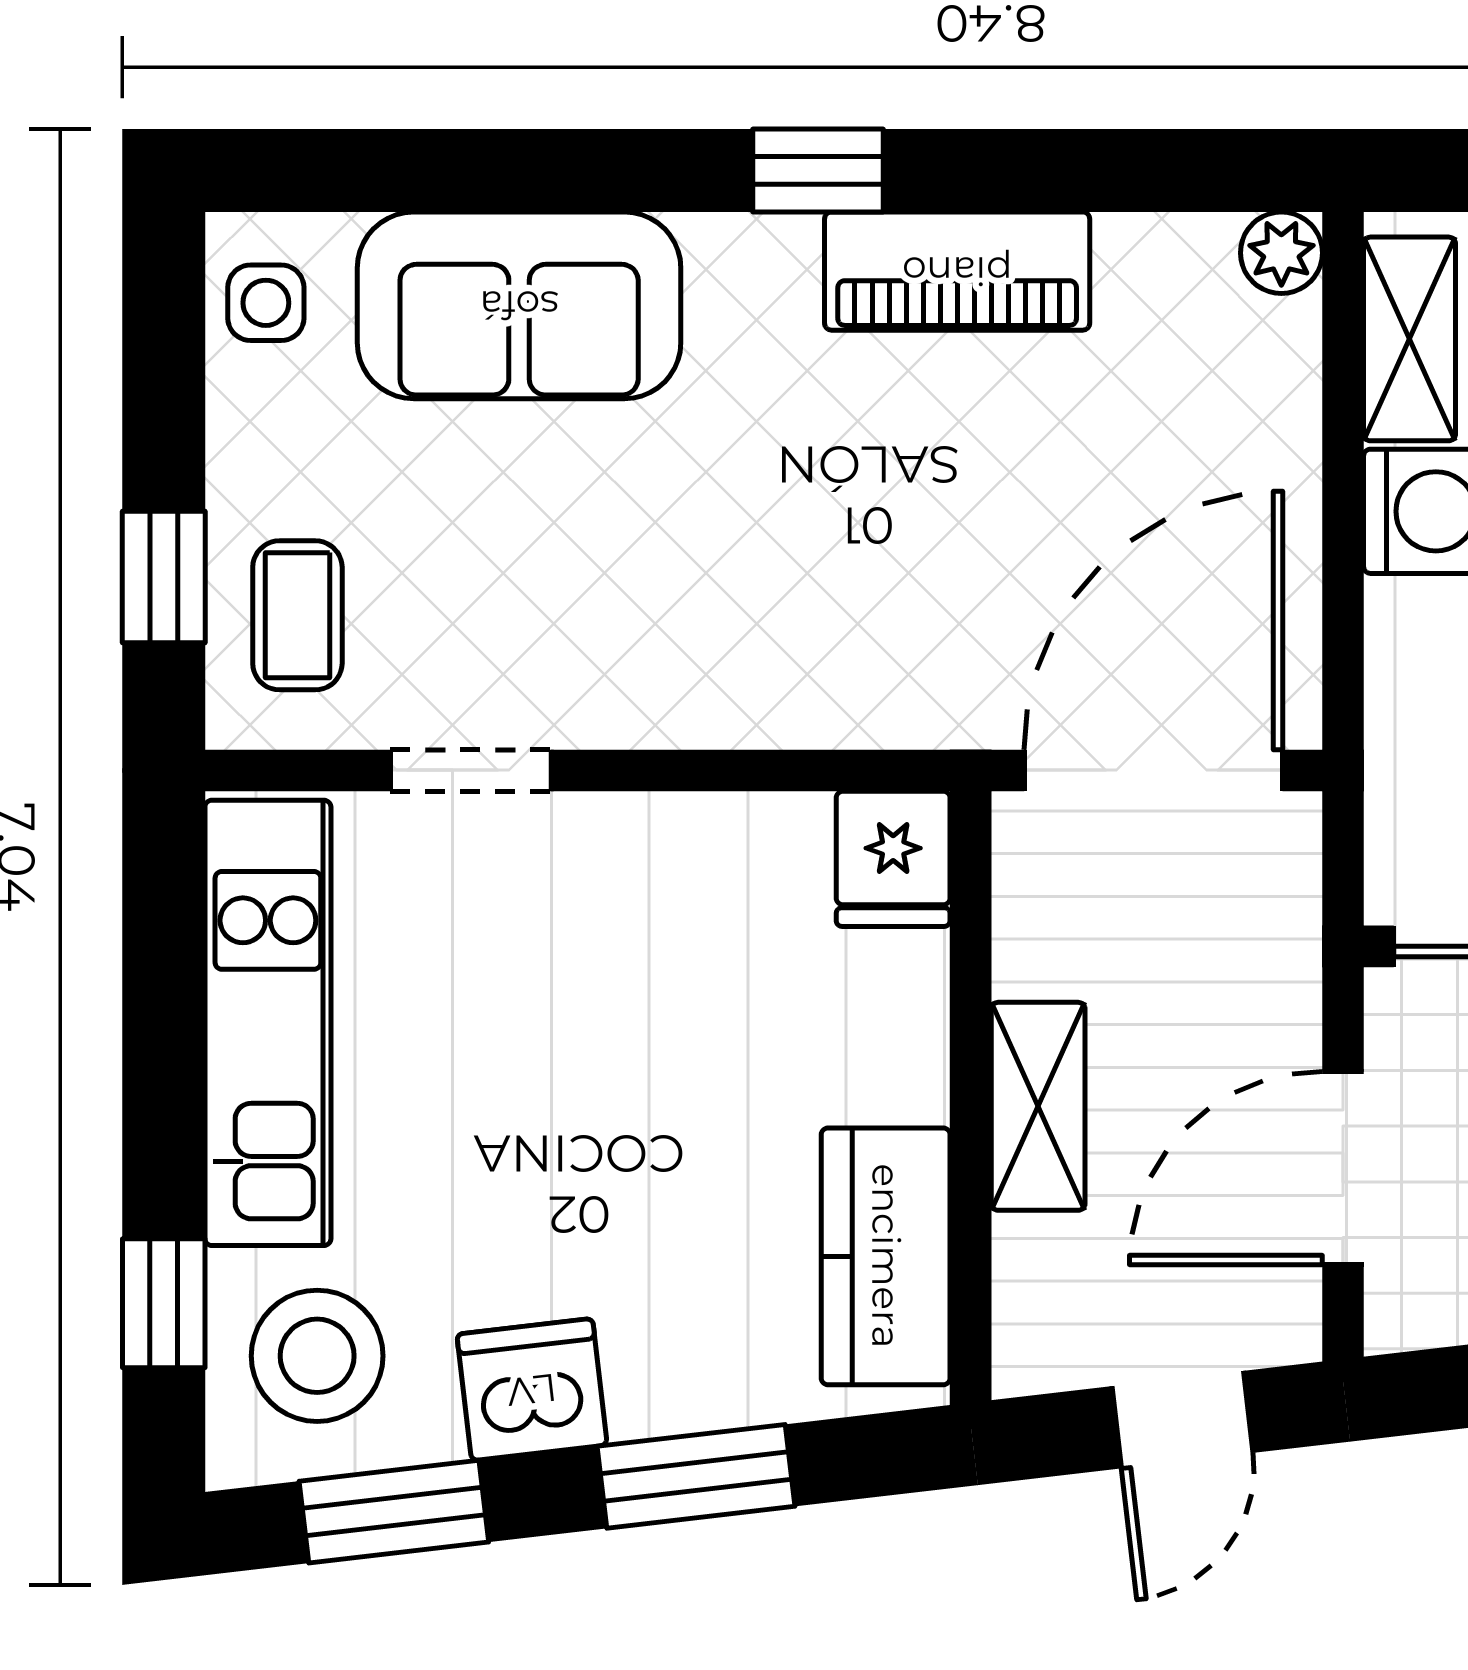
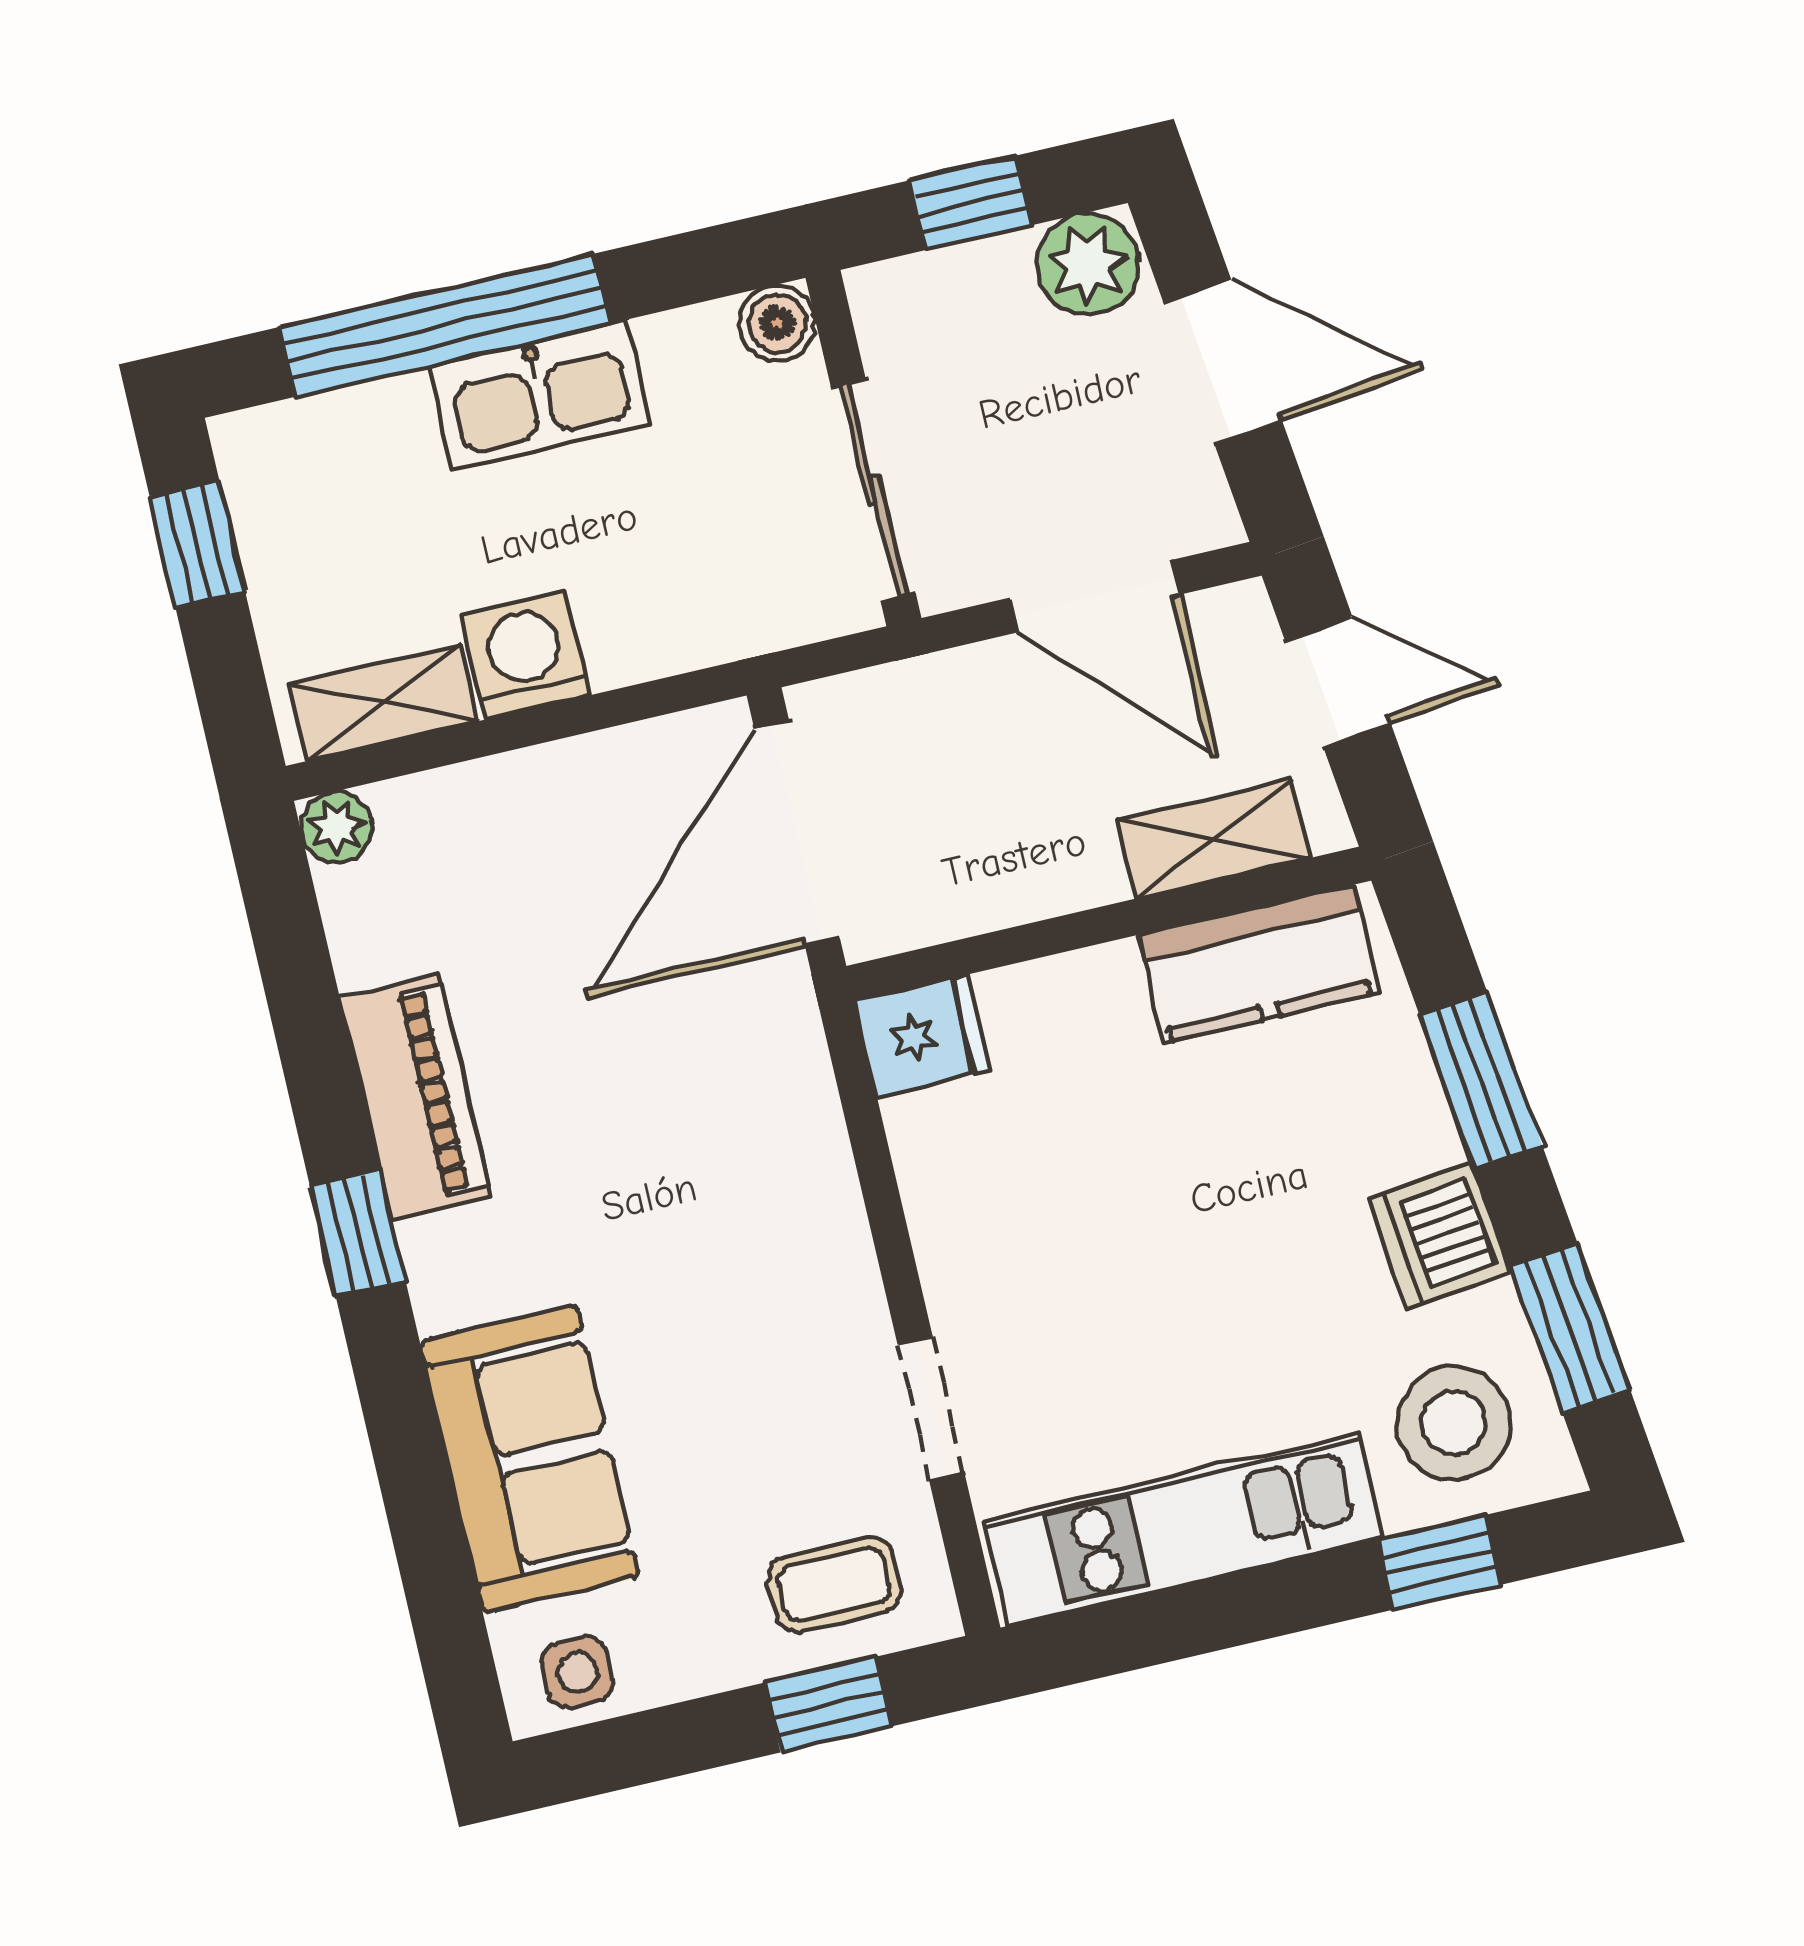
door: (1153, 770) -> (797, 834), hinge flipped
shelving: (1038, 1106) -> (1214, 839), moved

